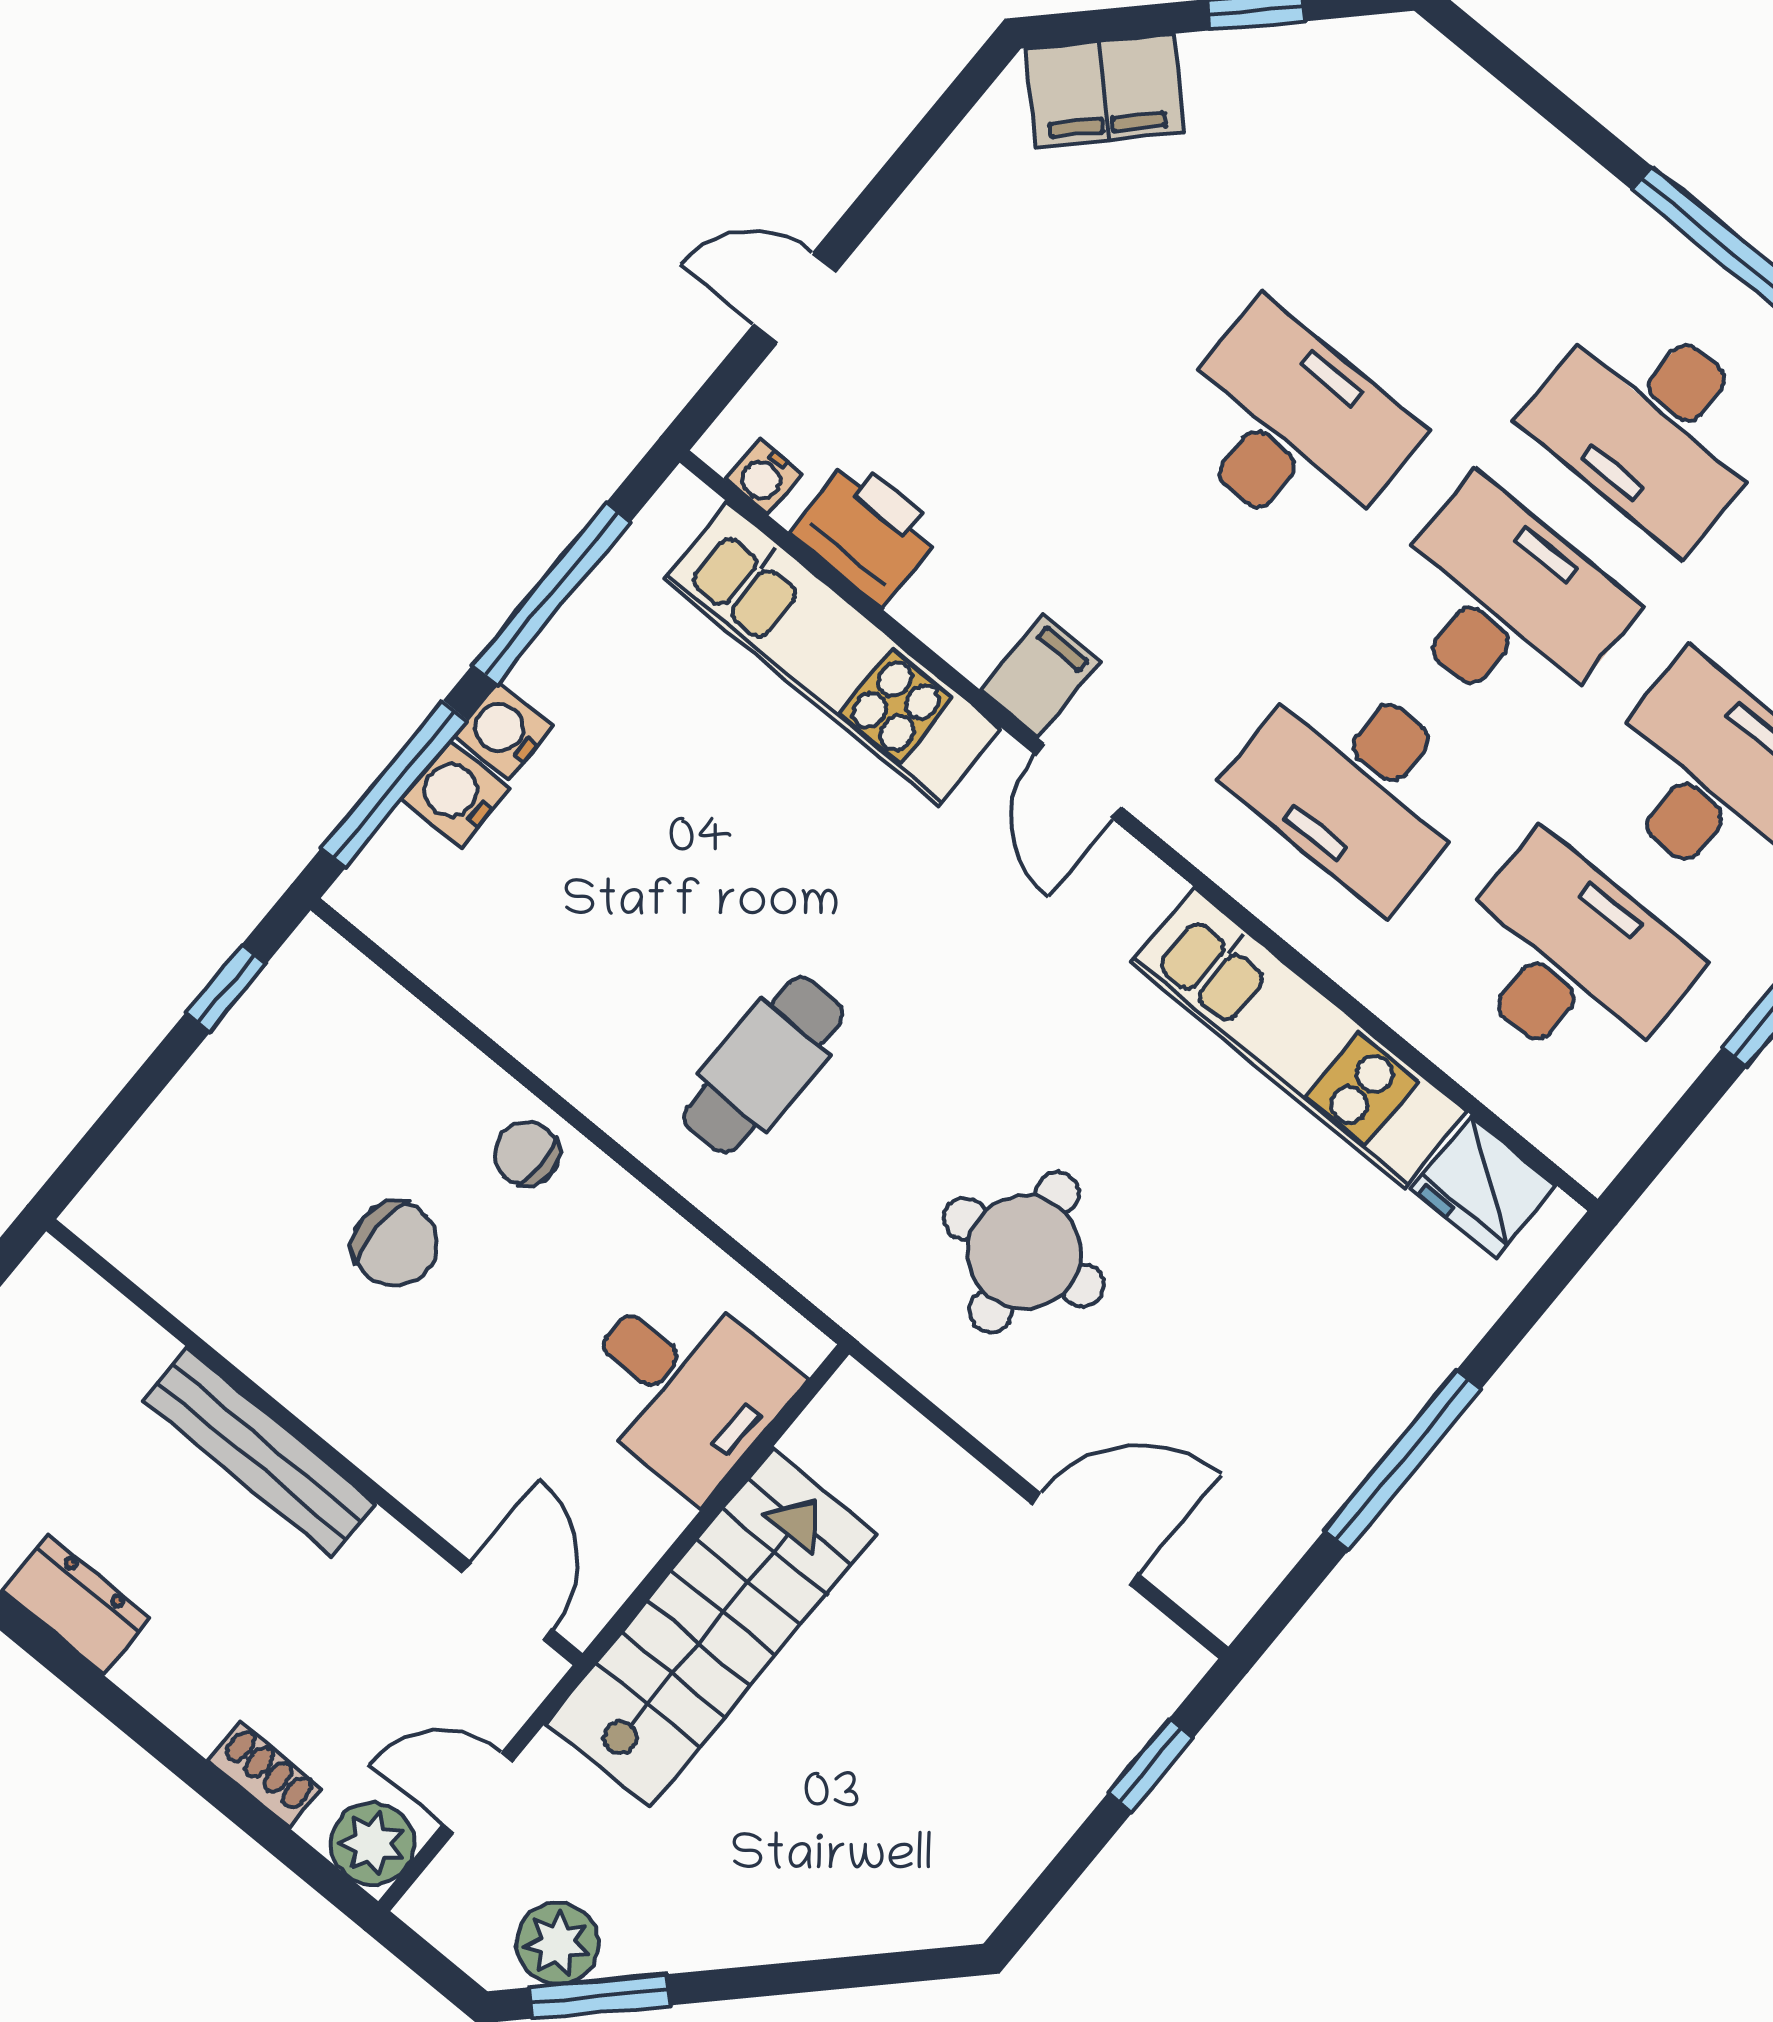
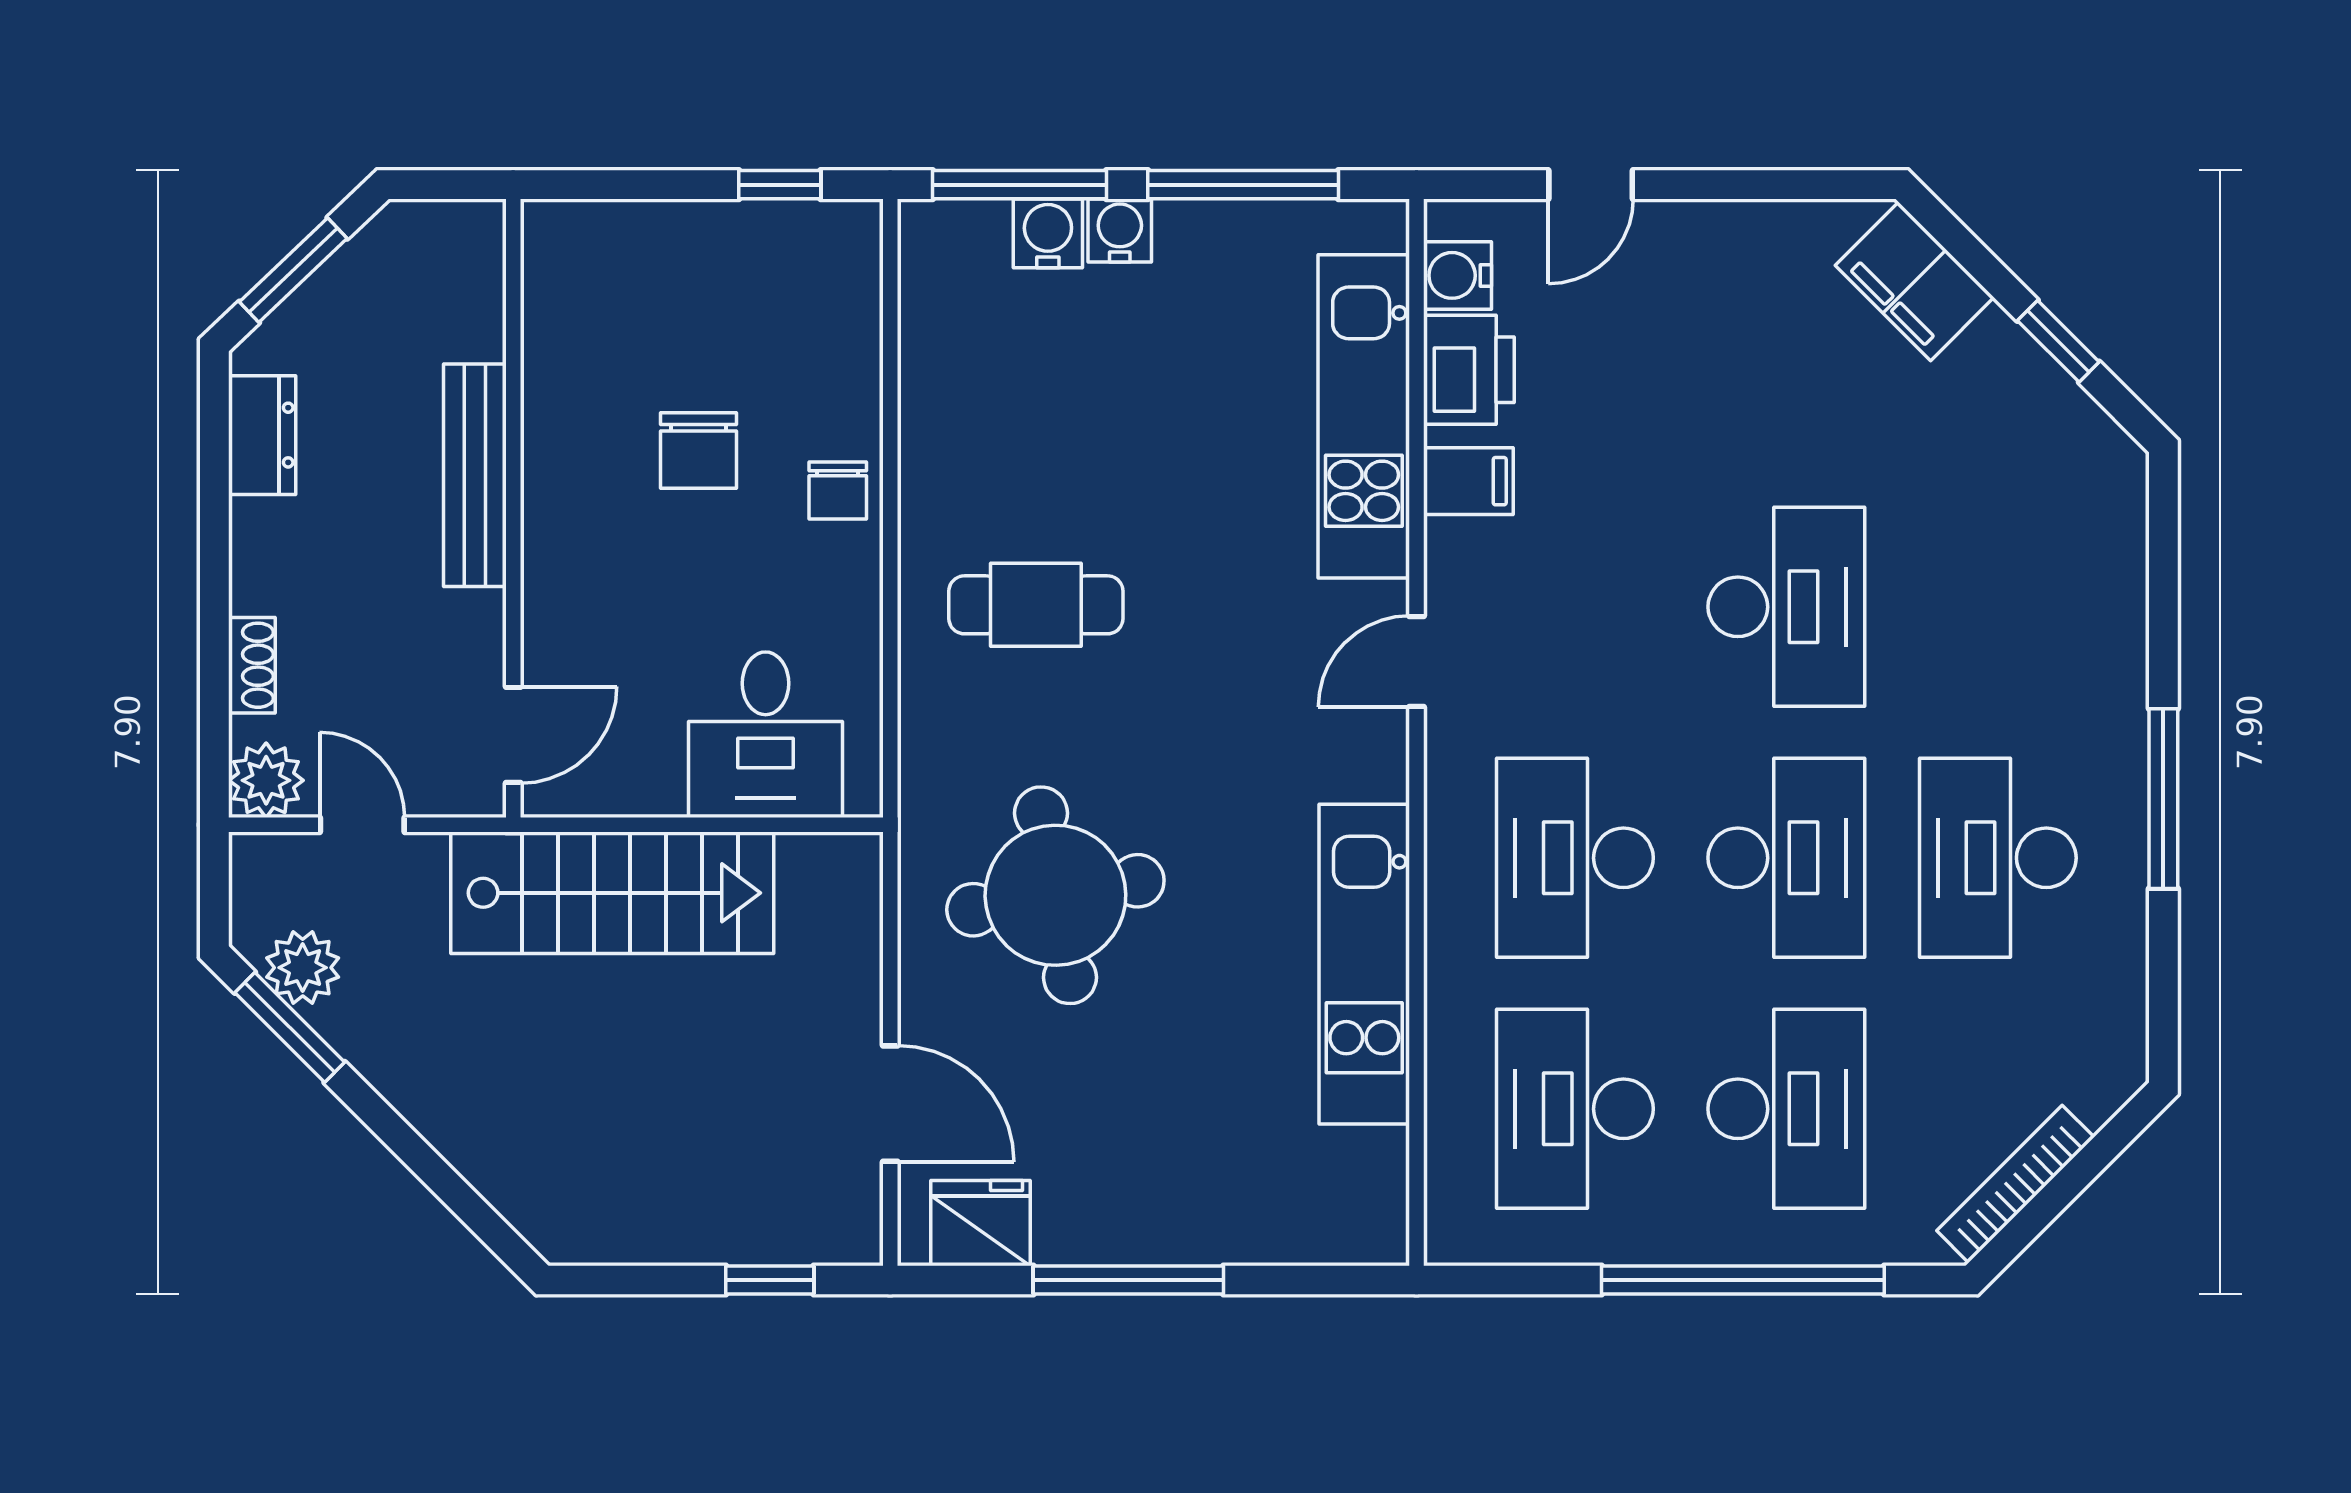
door: (795, 298) -> (1591, 185), swing flipped
water cooler: (764, 477) -> (1457, 275), width x1.38, depth x1.38
filing cabinet: (1041, 676) -> (1468, 481), moved
desk: (1570, 960) -> (1575, 1109), turned 180
chair: (527, 1153) -> (838, 490), turned 180
fridge: (1484, 1187) -> (981, 1223), moved, turned 90
round table: (1024, 1252) -> (1055, 895), width x1.36, depth x1.36

